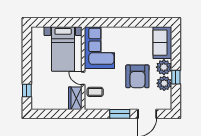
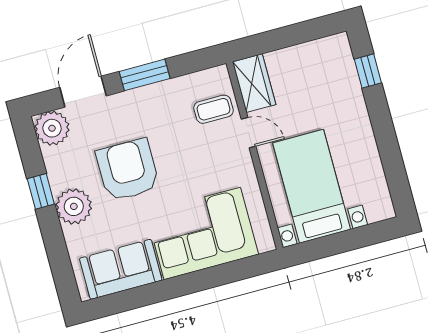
sofa: (162, 43) -> (121, 269), moved, turned -90
corner sofa: (99, 48) -> (202, 233), moved, turned 90
plant: (164, 83) -> (52, 128), moved

